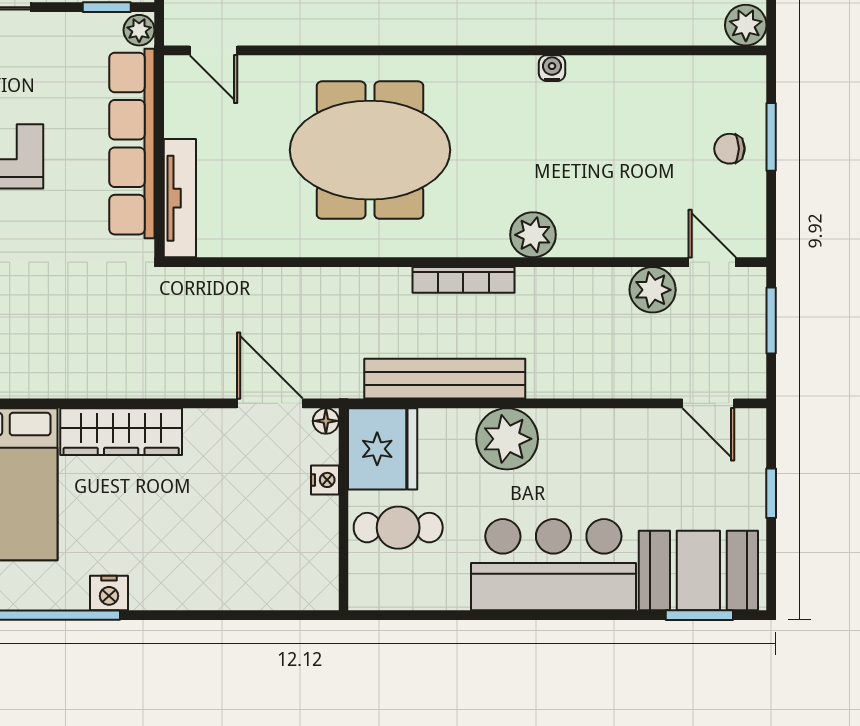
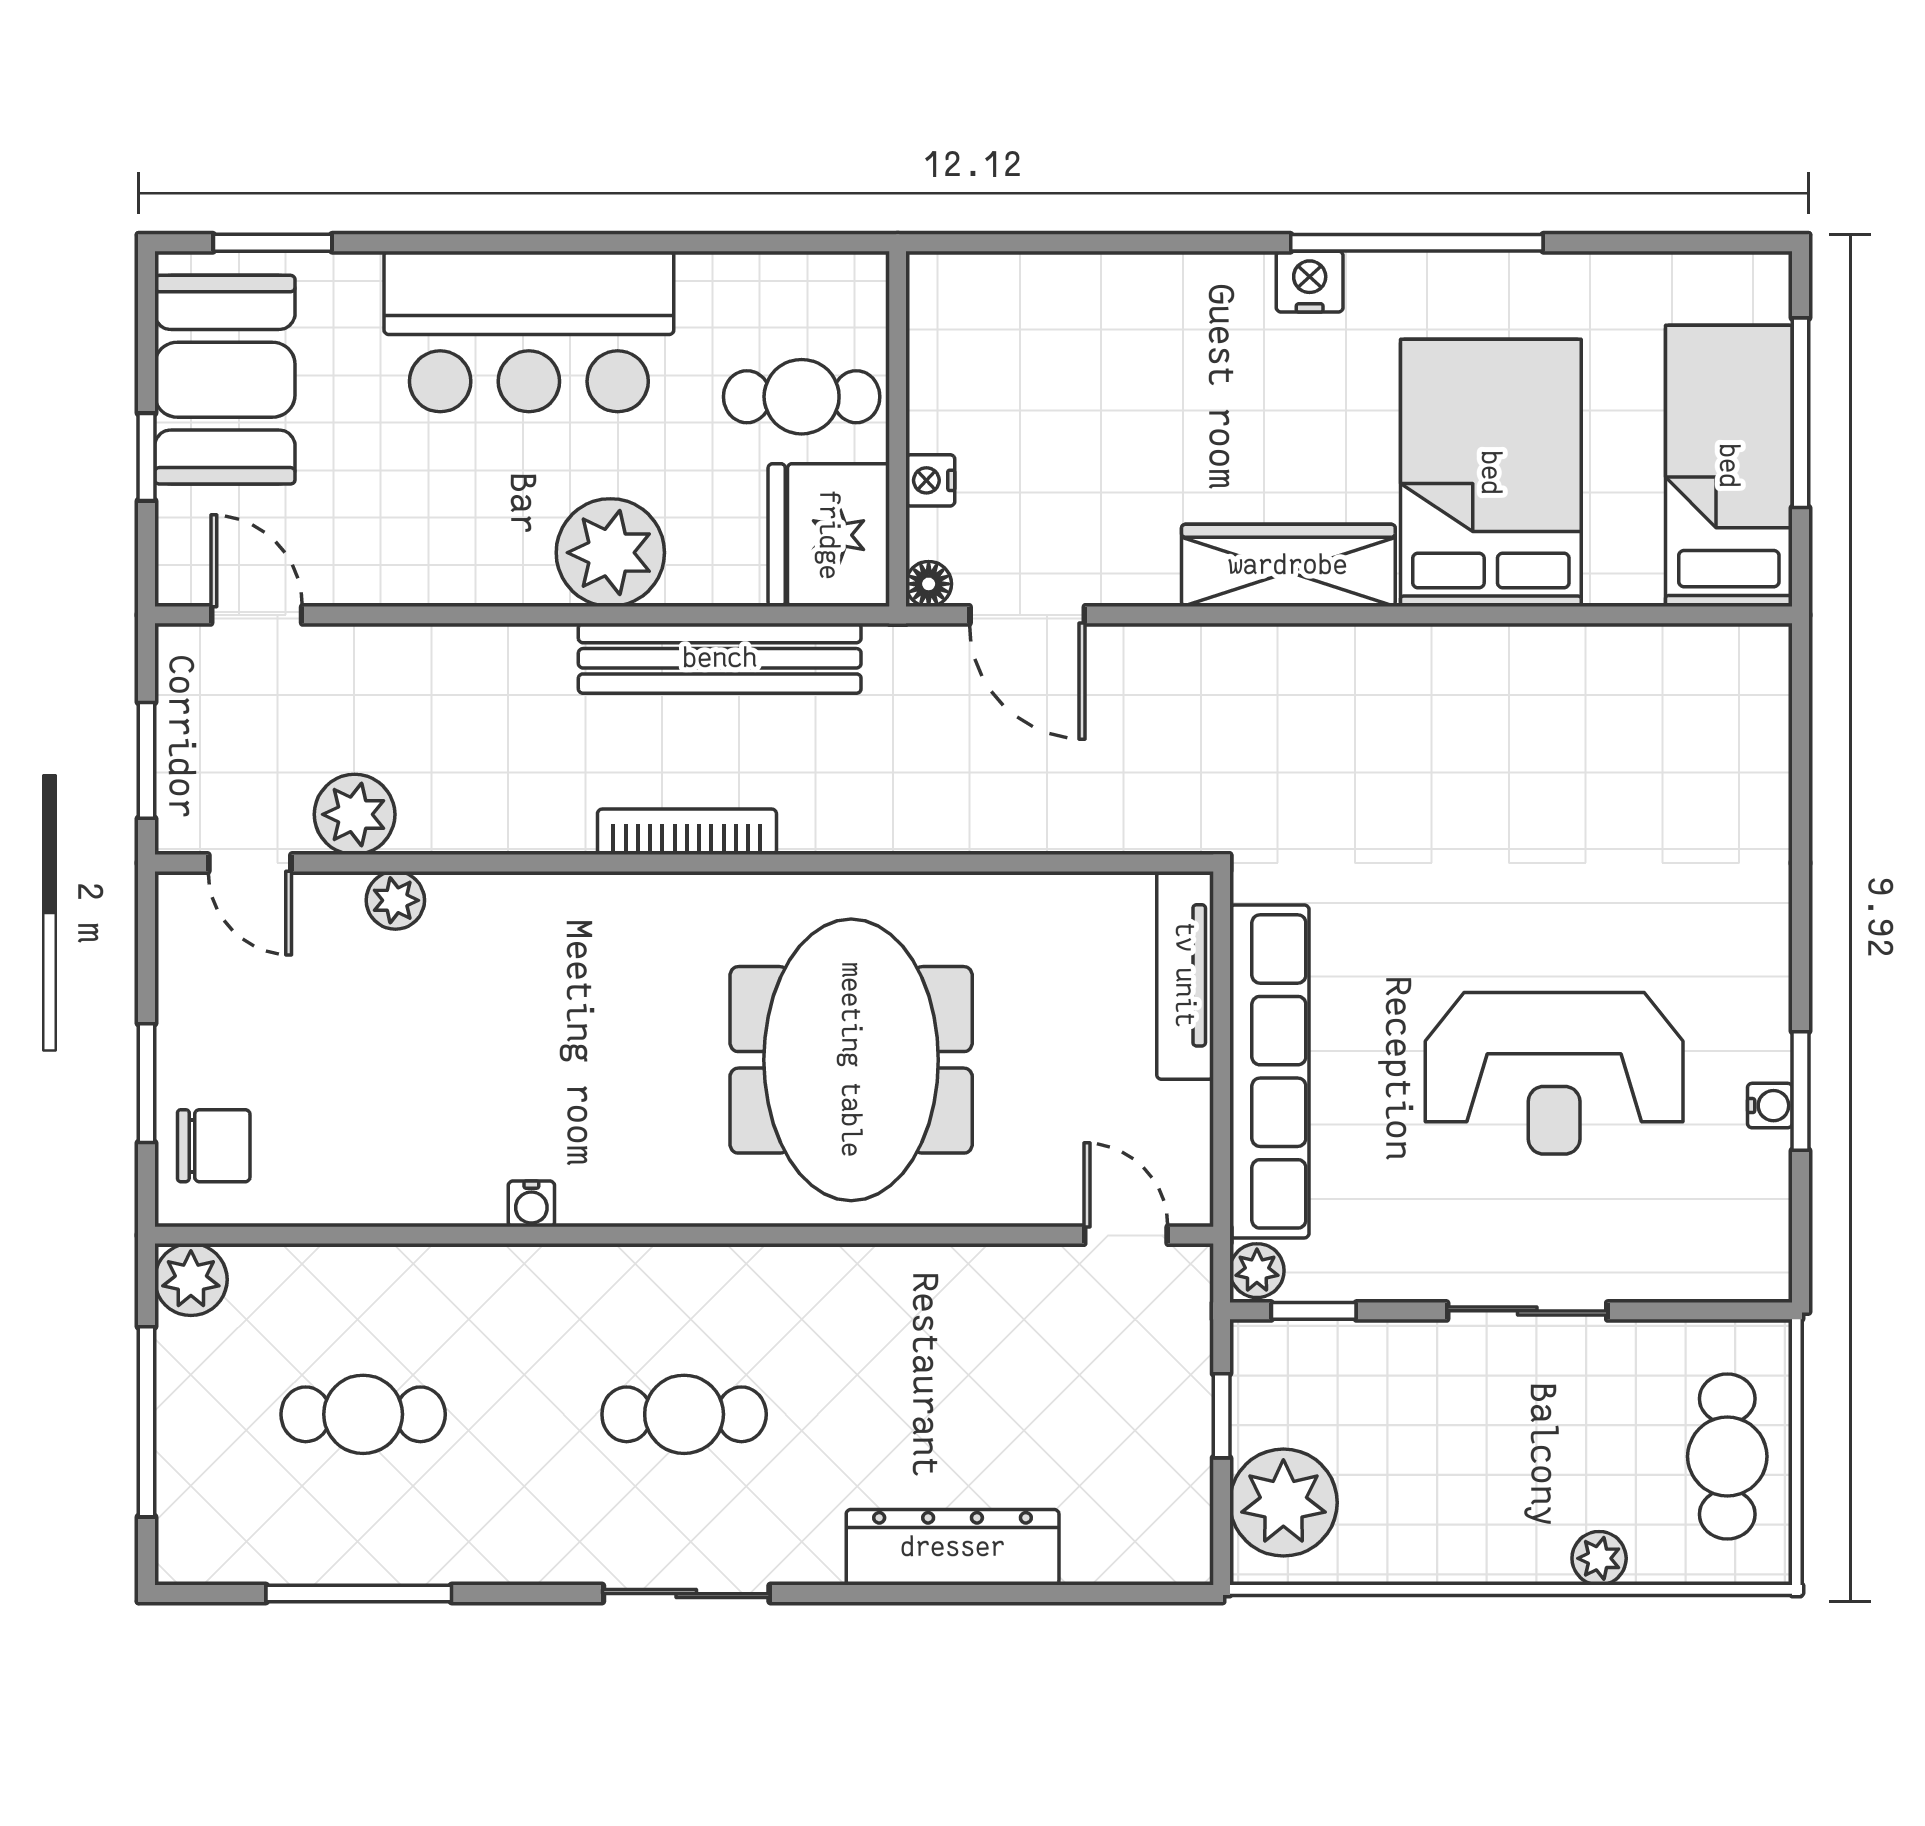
chair: (729, 149) -> (214, 1146), moved, width x1.37, depth x1.37
meeting table: (370, 150) -> (851, 1060), turned 90
plant: (533, 235) -> (395, 900), moved, width x0.73, depth x0.73
booth: (698, 571) -> (225, 380), moved, turned 90

